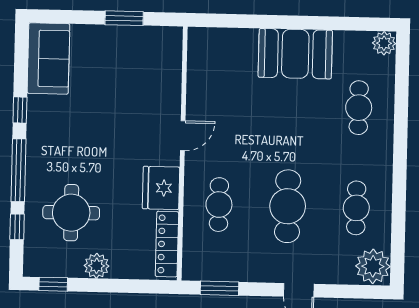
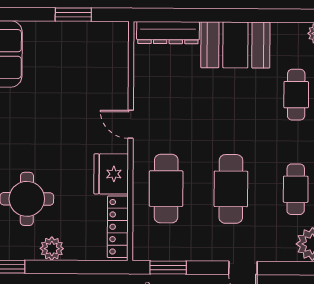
dresser: (224, 39) -> (168, 33), added
door: (183, 136) -> (131, 124), swing flipped
cafe table: (219, 205) -> (166, 189), width x1.37, depth x1.35

